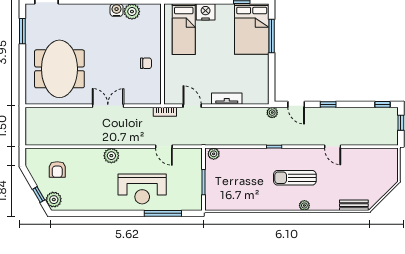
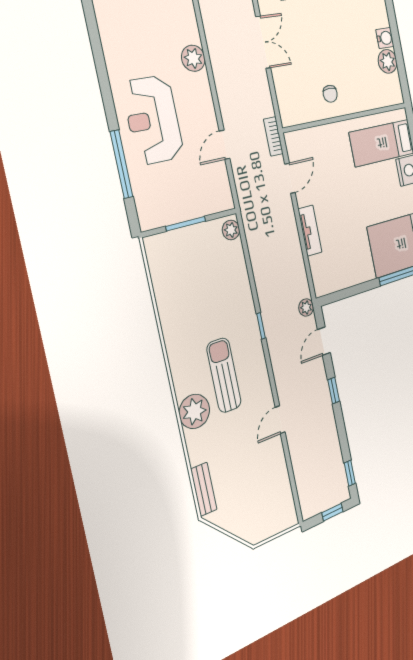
plant: (304, 205) -> (194, 411), width x1.87, depth x1.87

